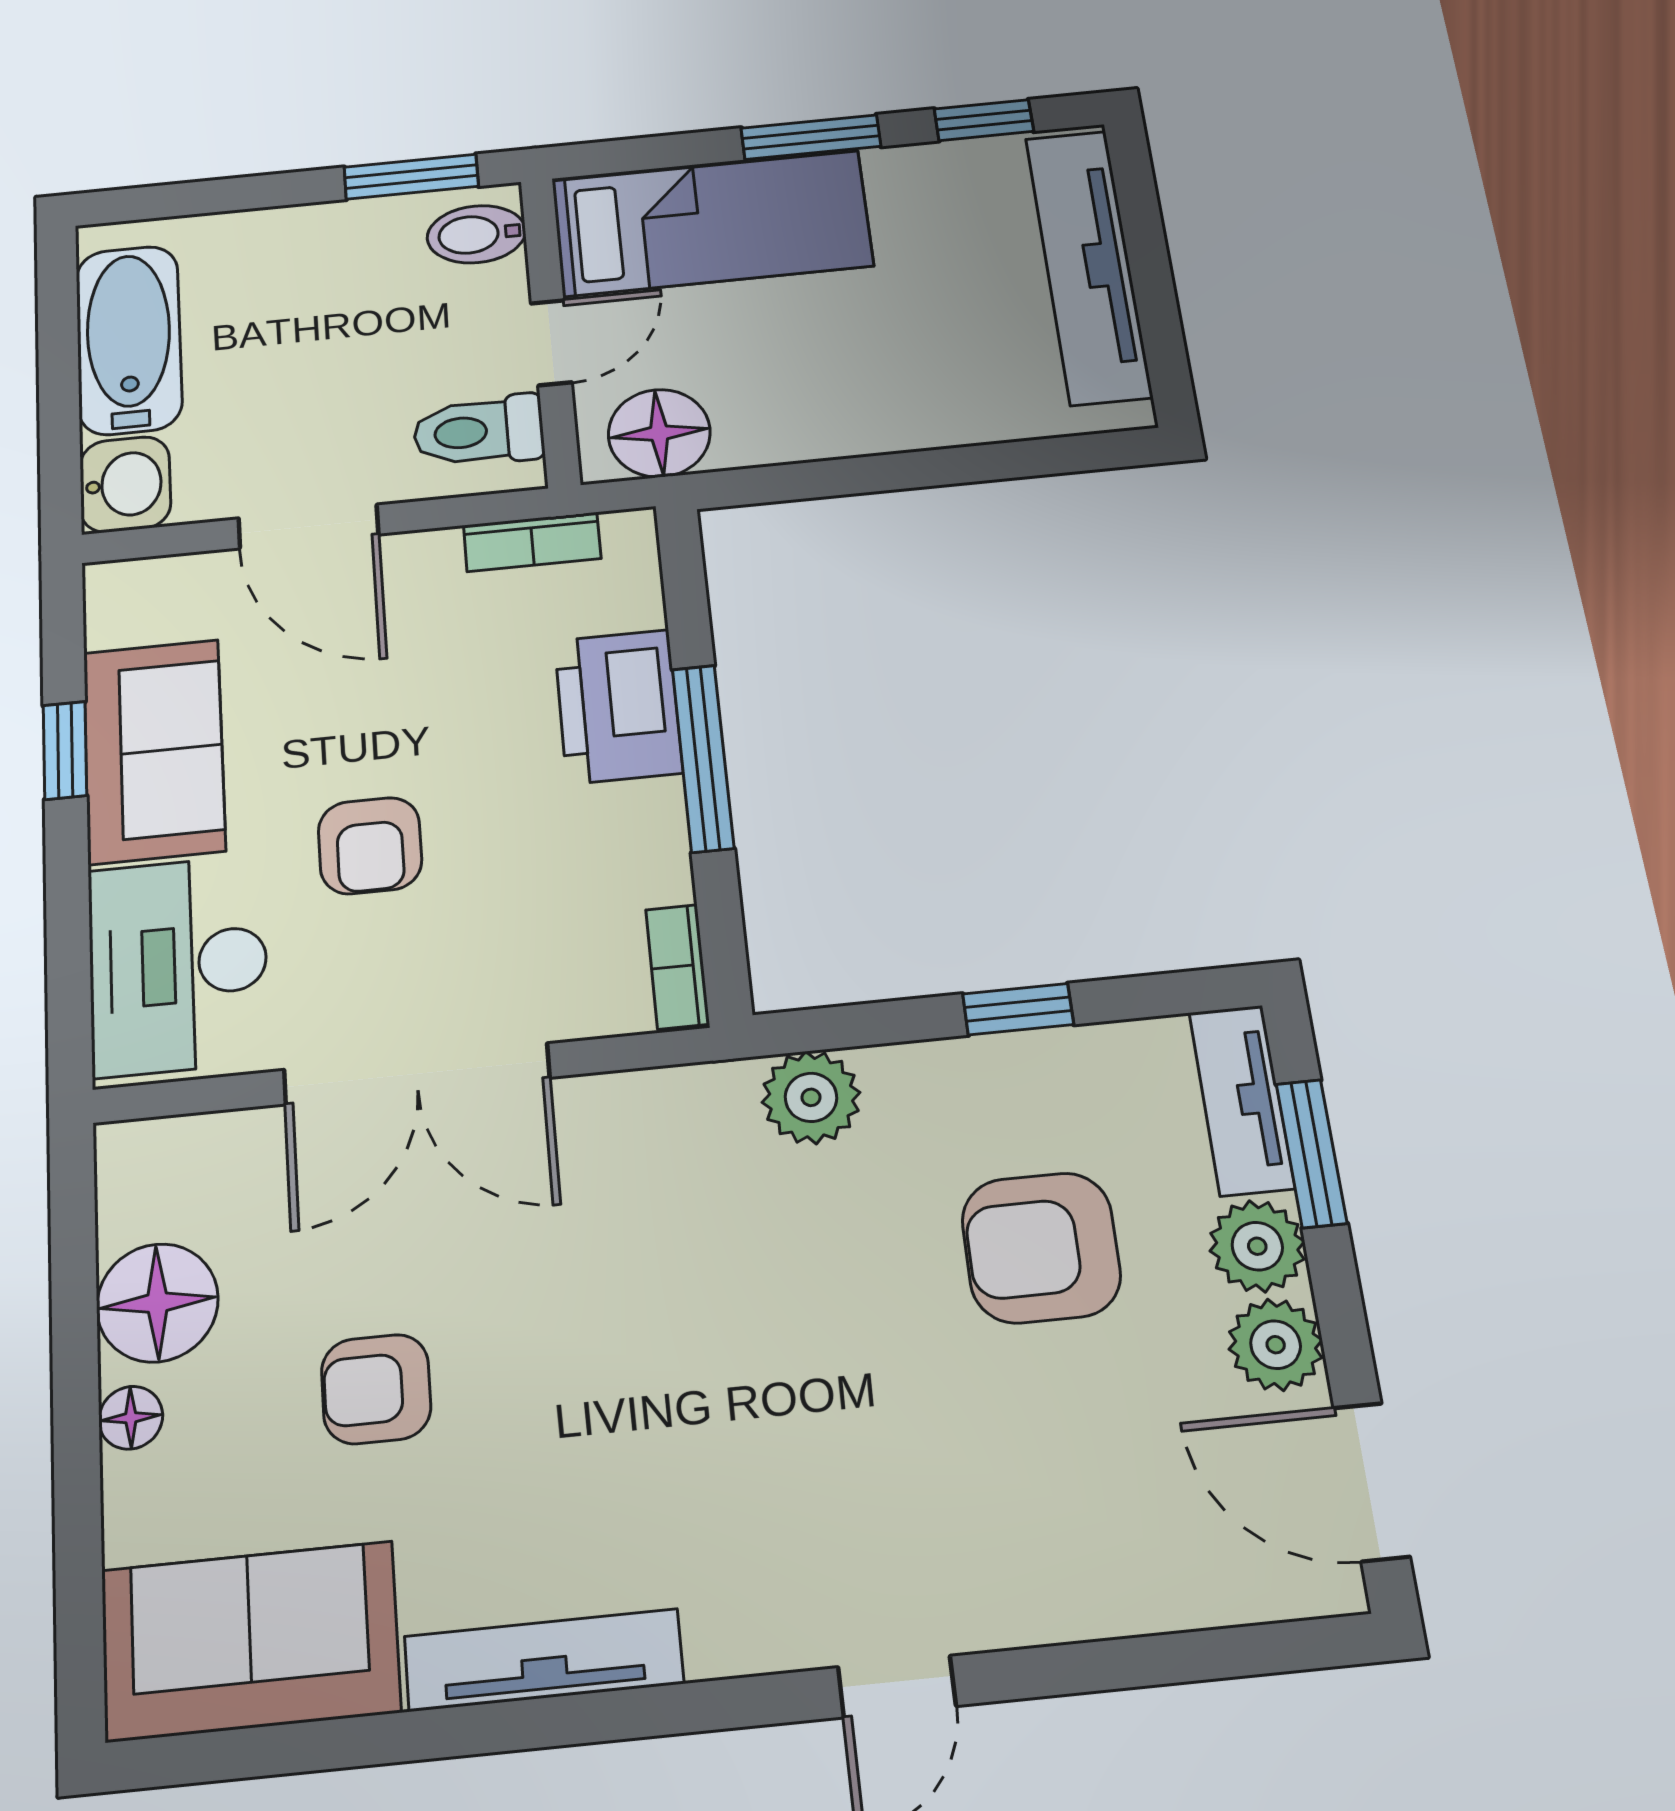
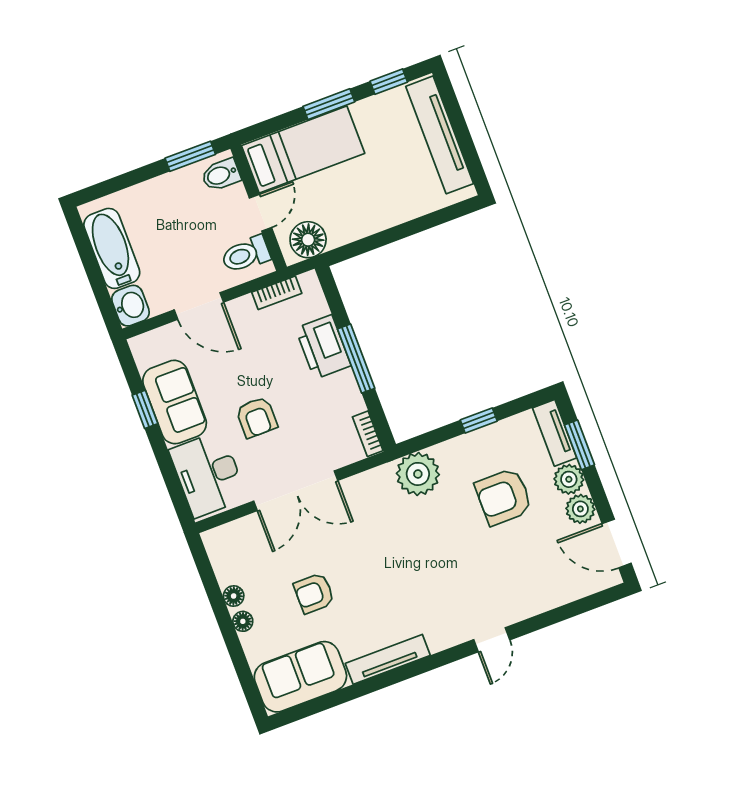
plant: (811, 1097) -> (418, 474), width x1.36, depth x1.36
floor lamp: (157, 1303) -> (234, 596), width x0.53, depth x0.53

